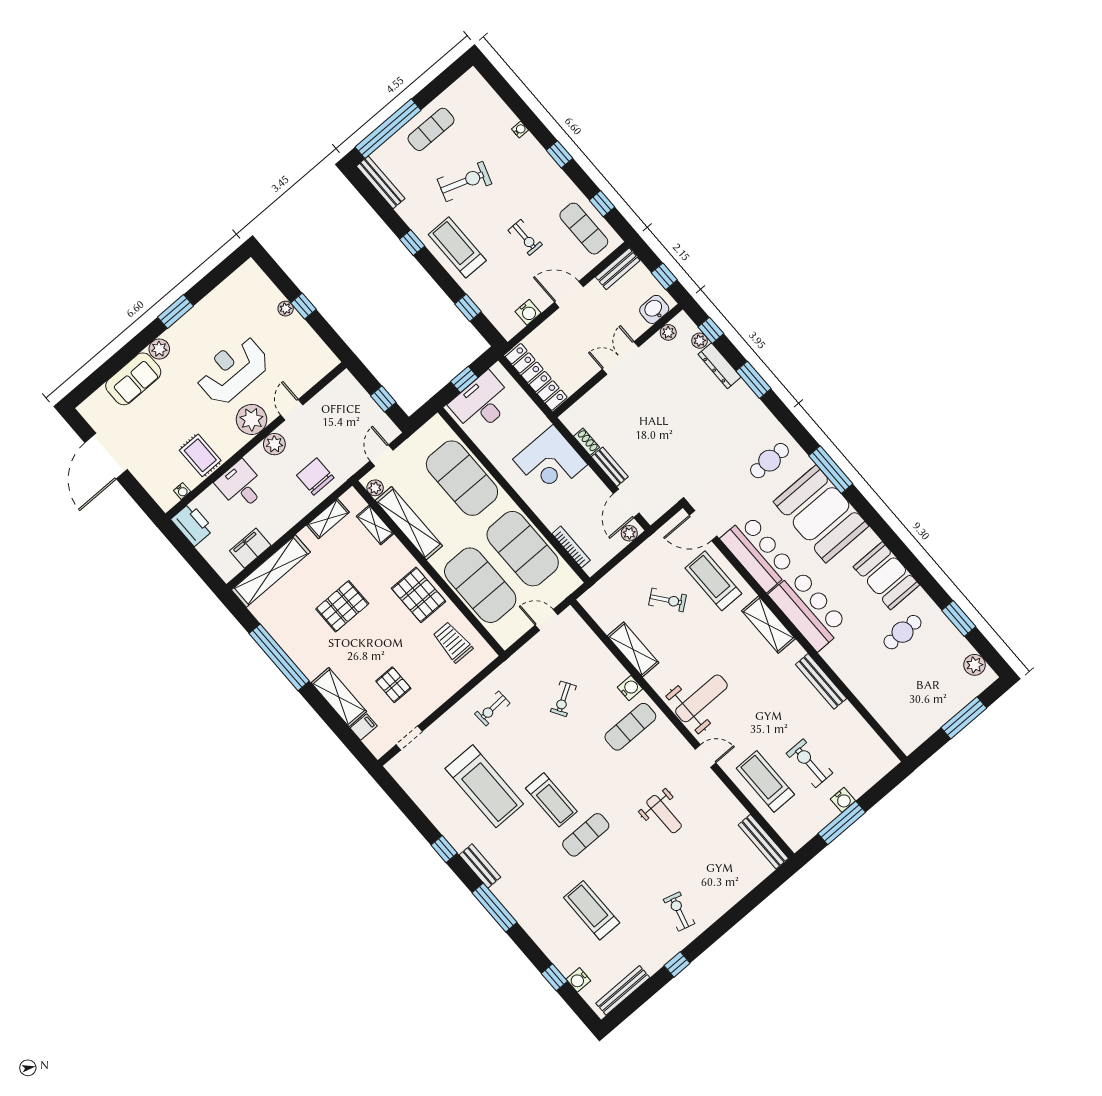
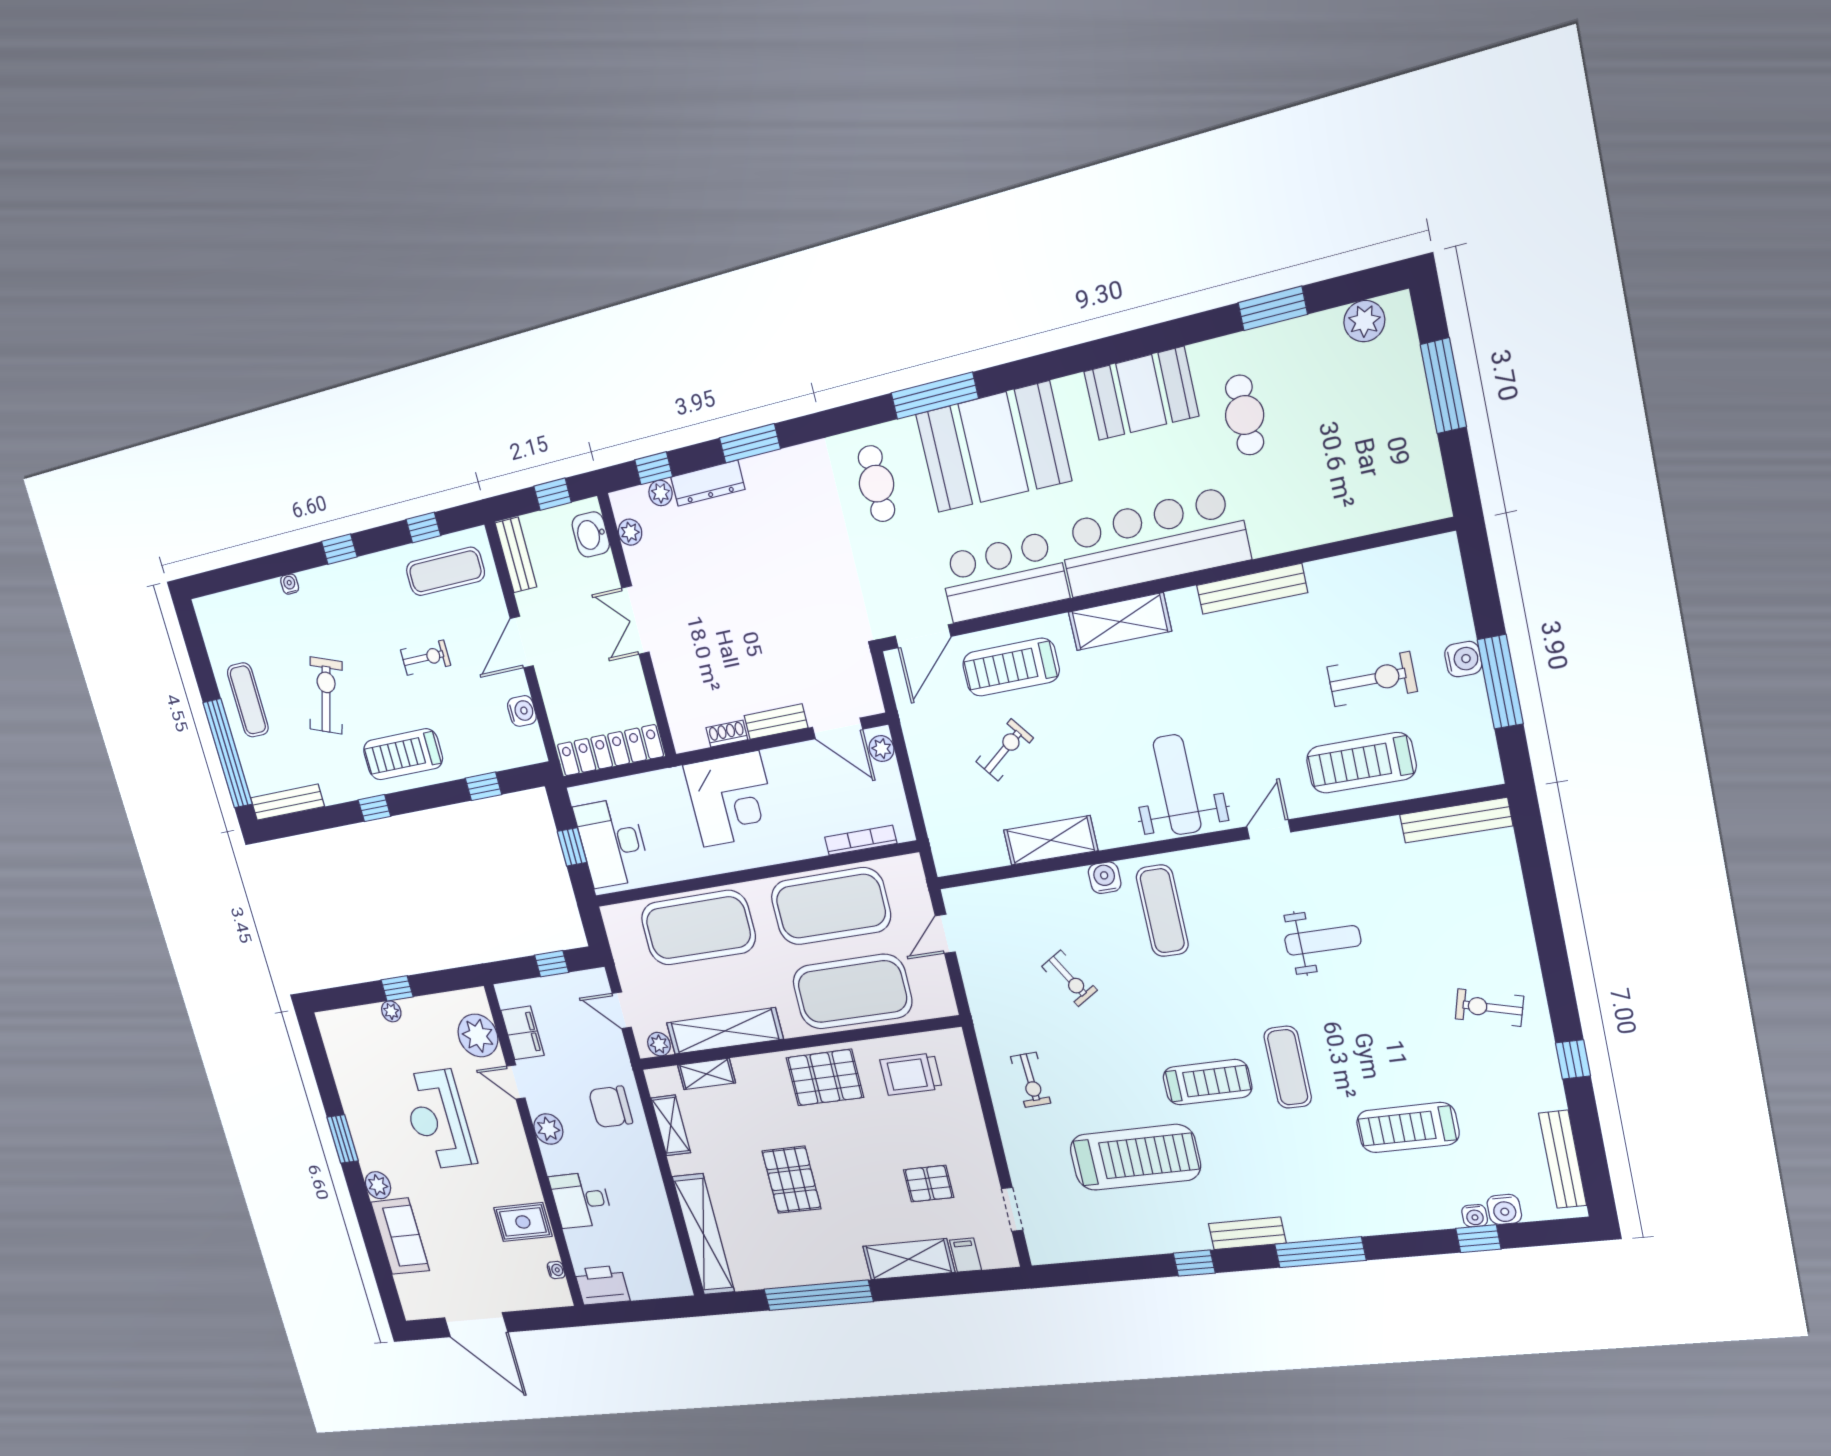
plant: (252, 419) -> (478, 1036), moved
filing cabinet: (250, 548) -> (522, 1033), moved, turned 180
bar counter: (809, 610) -> (1153, 542), width x1.36
exercise bike: (809, 763) -> (1372, 679), turned 180
water cooler: (566, 968) -> (1475, 1216), added

